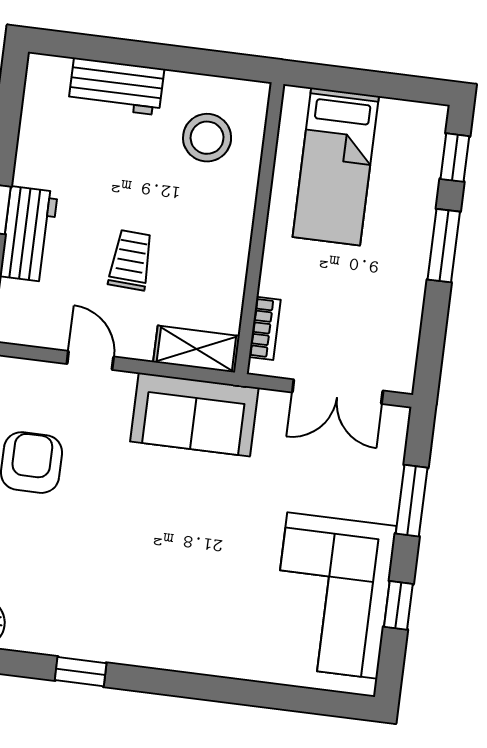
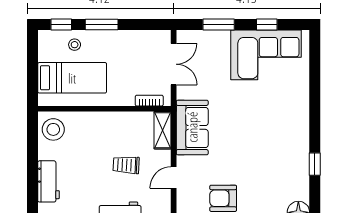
stool: (207, 138) -> (53, 129), moved
stool: (407, 181) -> (75, 45), added

